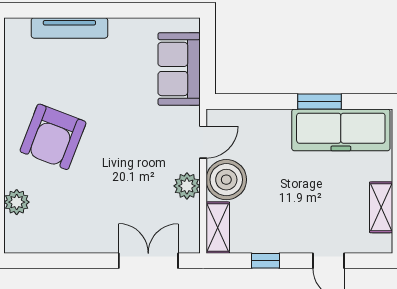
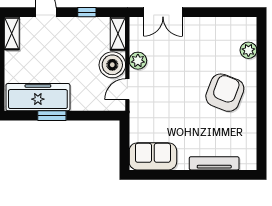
sofa: (179, 69) -> (153, 156), moved, turned -90
shelving: (381, 207) -> (12, 33), moved

